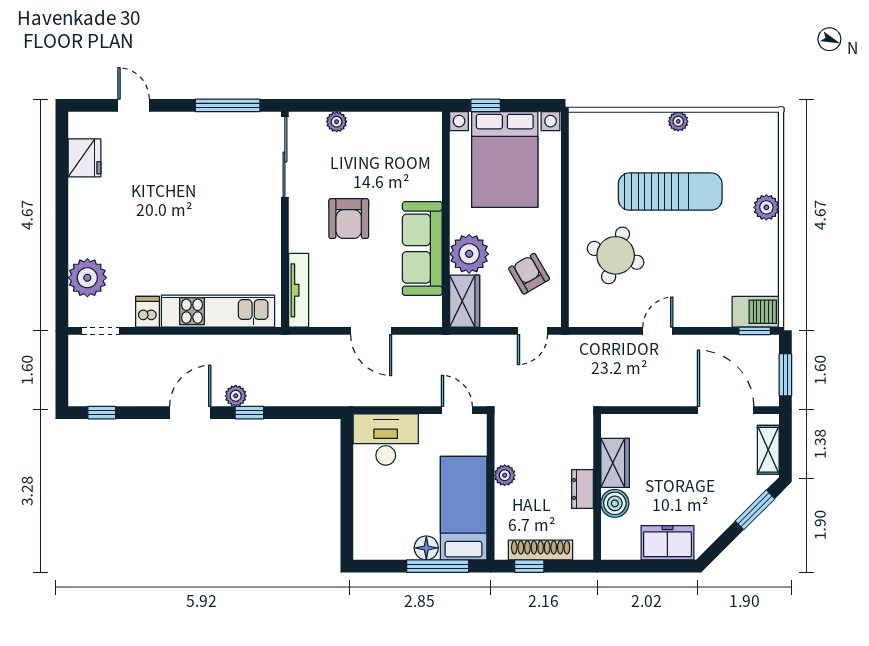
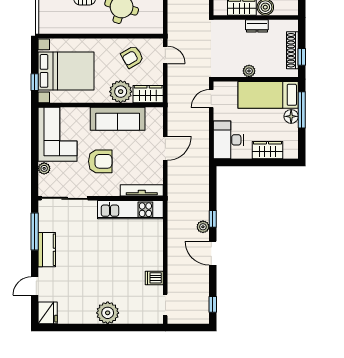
kitchen counter: (196, 126) -> (47, 250), added
corner sofa: (395, 145) -> (58, 134), added
fridge: (84, 158) -> (48, 313), moved, turned 90
plant: (87, 278) -> (108, 313), moved
kitchen unit: (218, 311) -> (130, 210), moved, turned -90
wardrobe: (368, 507) -> (267, 150), added

